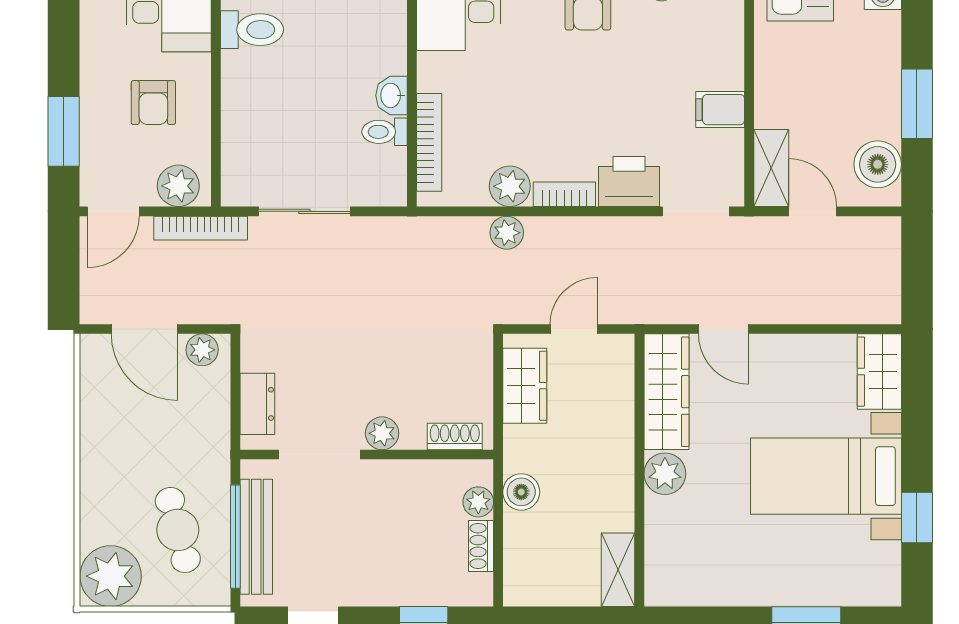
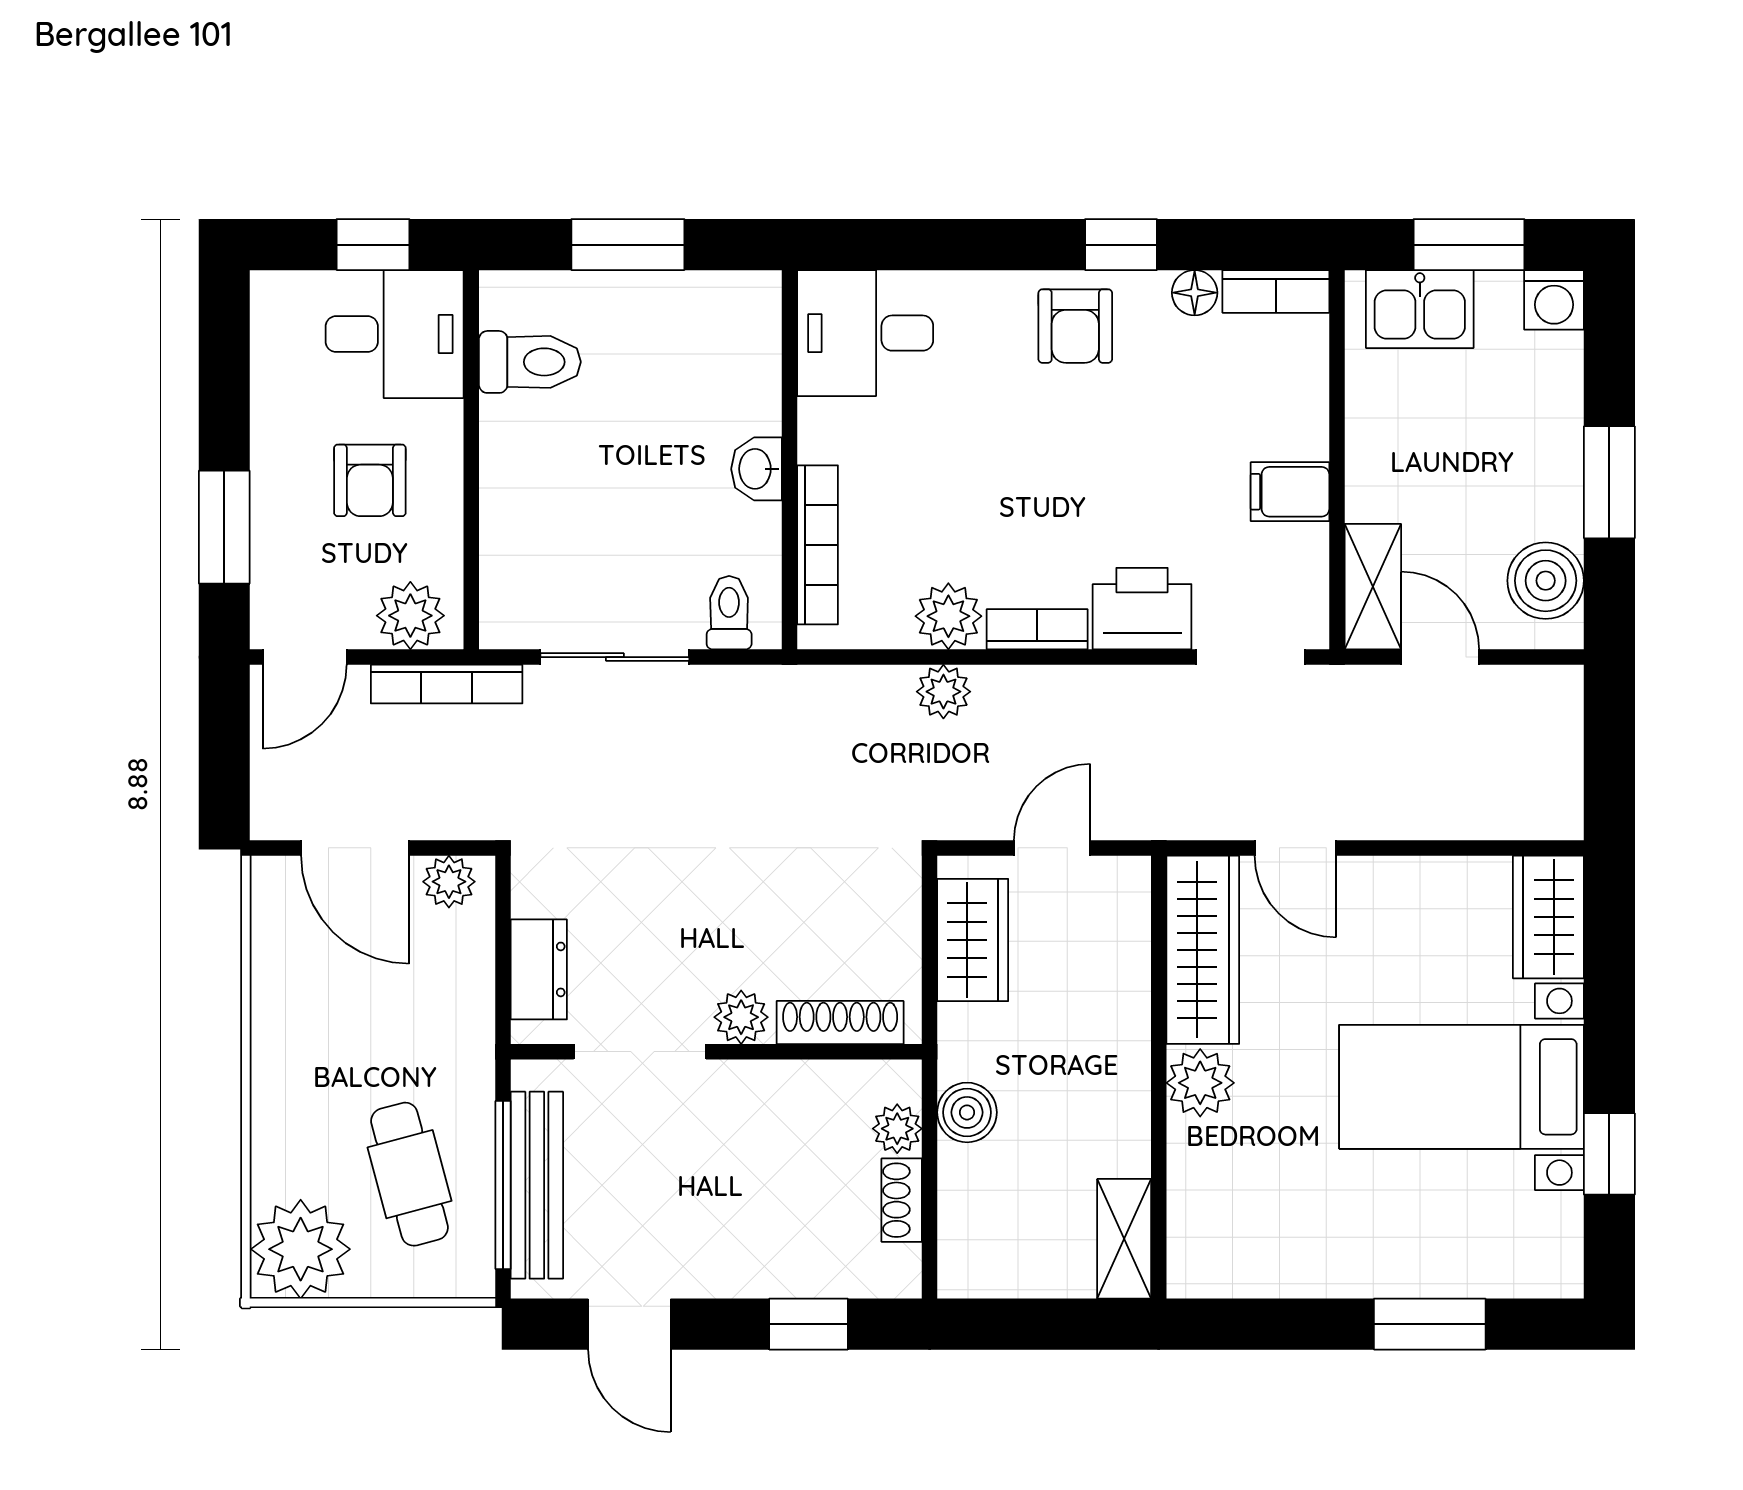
toilet: (385, 132) -> (729, 613), moved, turned 90
shoe rack: (455, 437) -> (840, 1022), width x1.43

